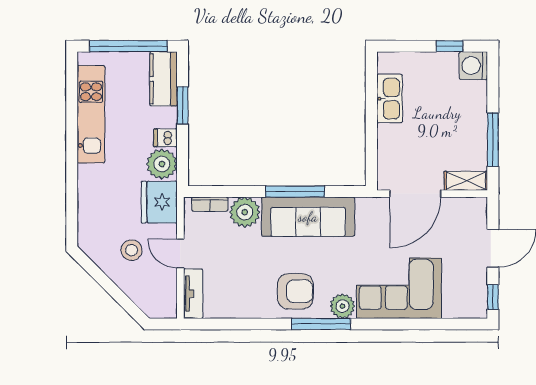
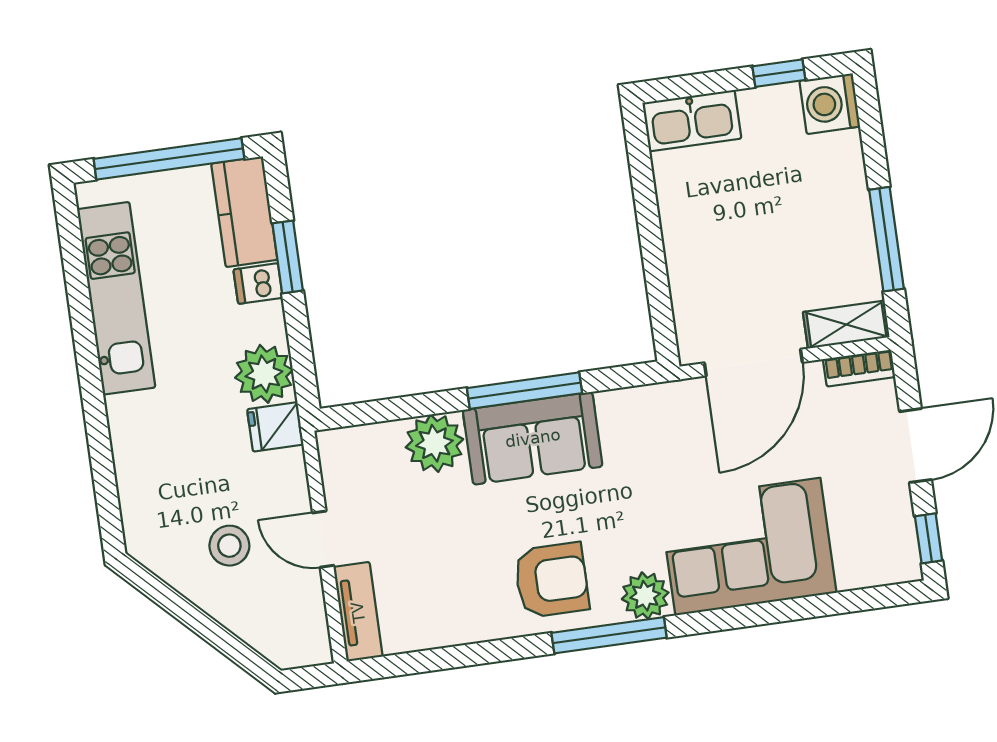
kitchen sink: (390, 99) -> (692, 121), moved, turned 90
dishwasher: (165, 138) -> (258, 284), moved
fridge: (159, 202) -> (275, 427), width x0.53, depth x0.75
bookcase: (210, 204) -> (859, 368), moved
sofa: (308, 217) -> (533, 438), width x0.73

